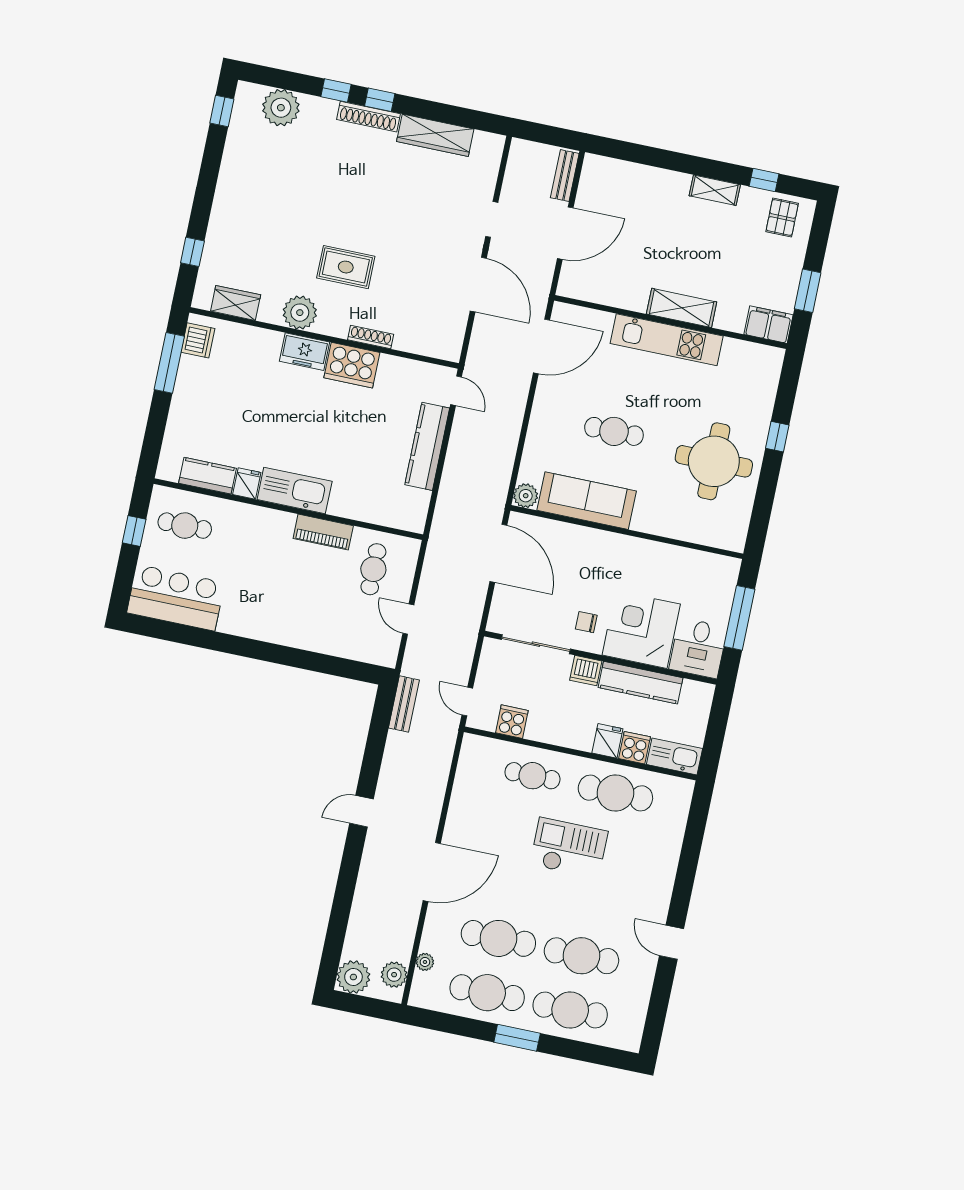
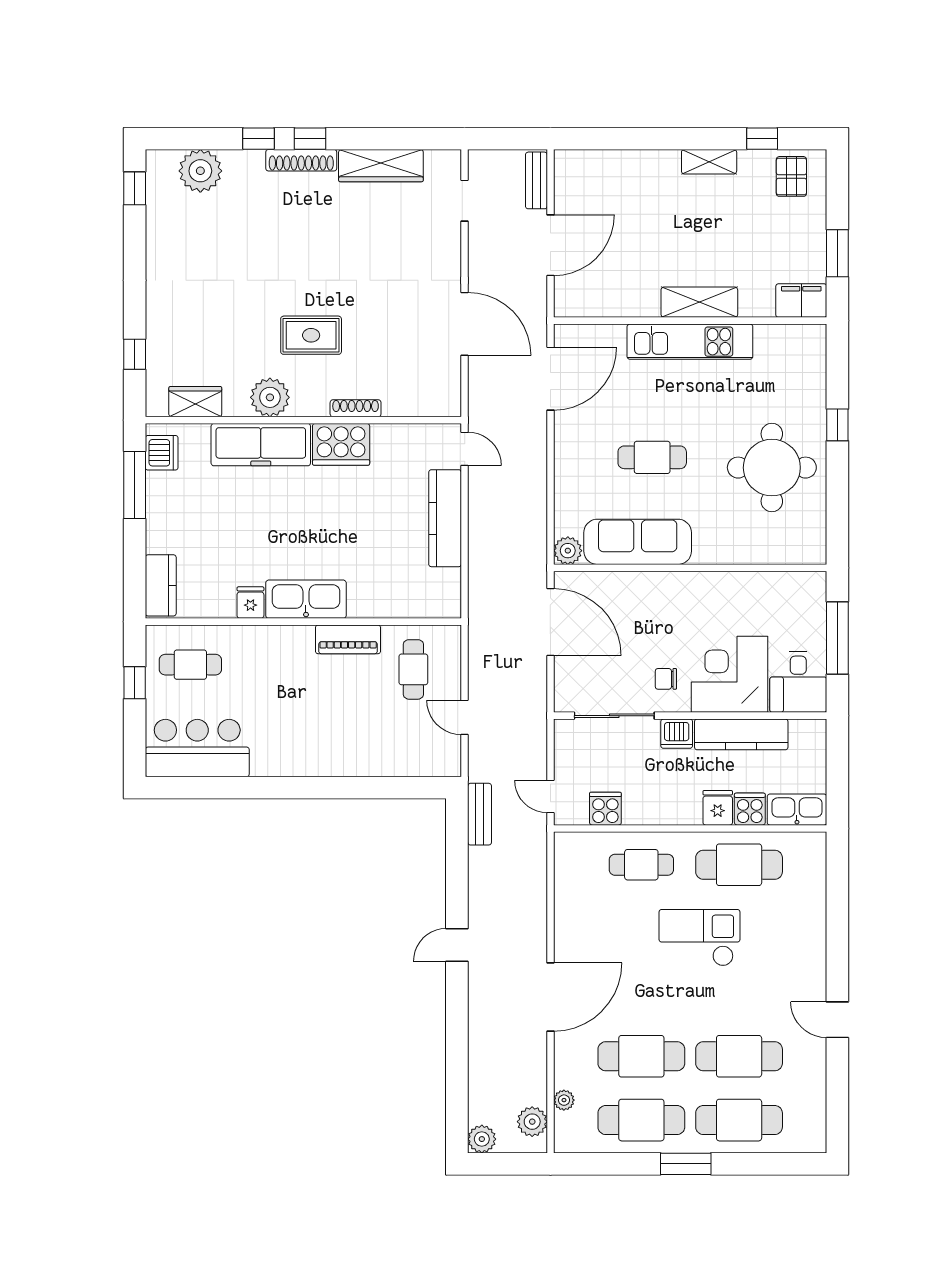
doorway: (492, 219) -> (465, 201), moved
freezer: (304, 352) -> (261, 445), width x1.91, depth x1.26
kitchen counter: (207, 476) -> (161, 585), moved, turned 90
plant: (353, 977) -> (482, 1139), width x0.73, depth x0.73

